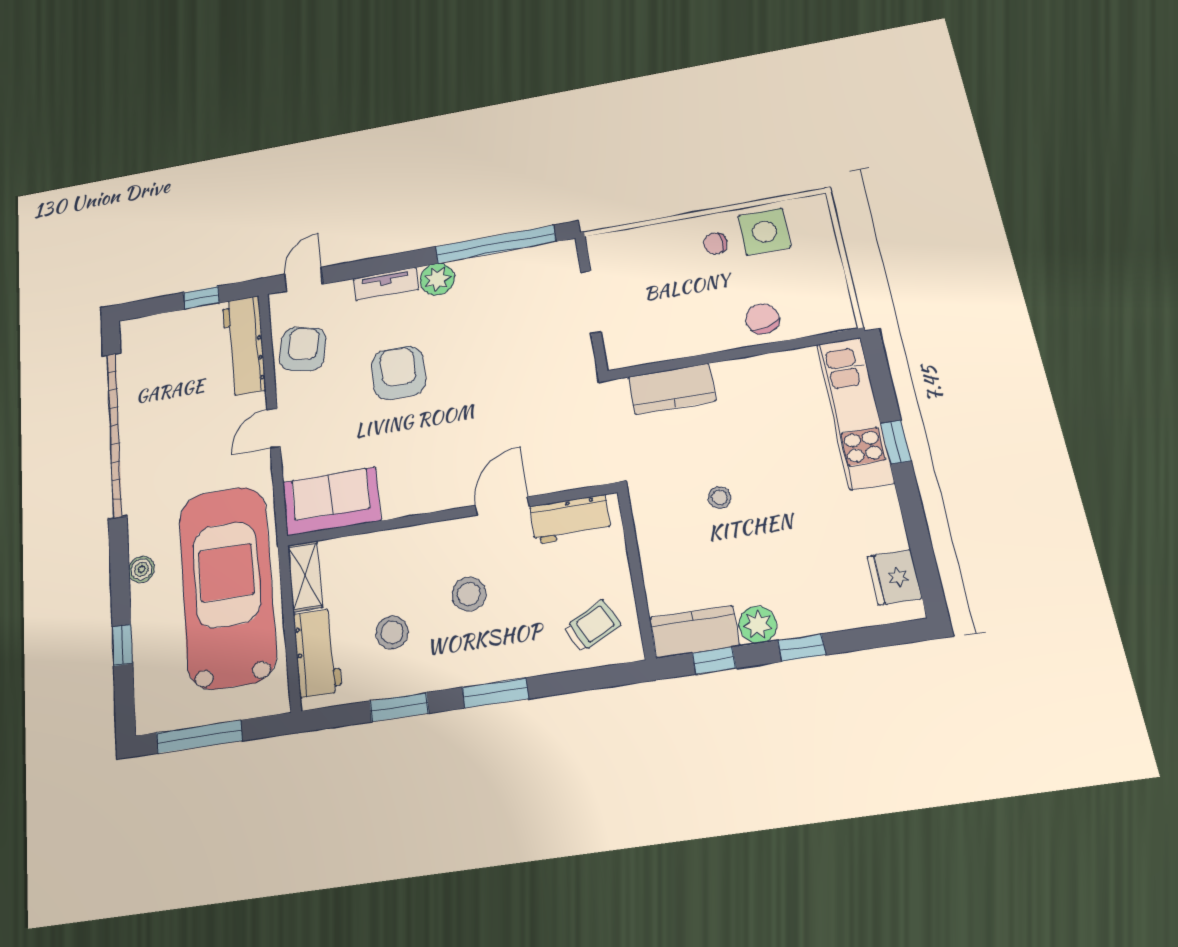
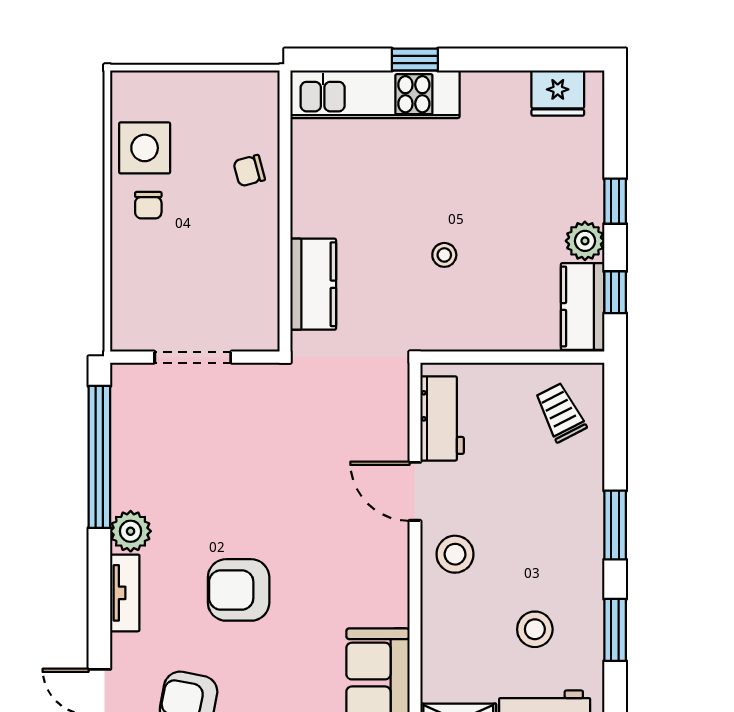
chair: (762, 319) -> (249, 171), width x0.73, depth x0.73
stool: (469, 594) -> (455, 554), moved

